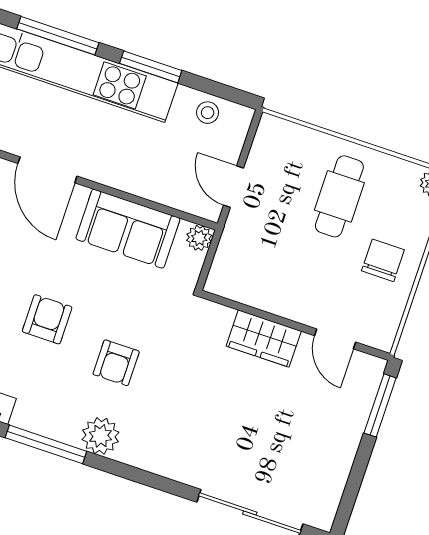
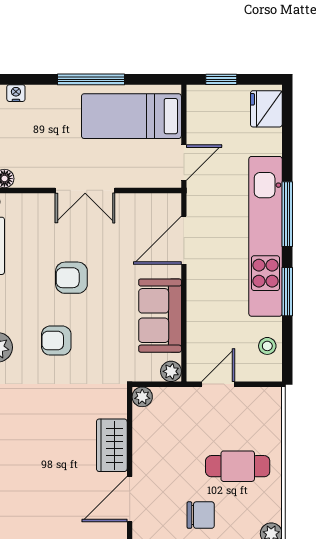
plant: (218, 283) -> (142, 397), added
armchair: (47, 319) -> (71, 278), turned 180
door: (335, 339) -> (130, 499), width x1.38

